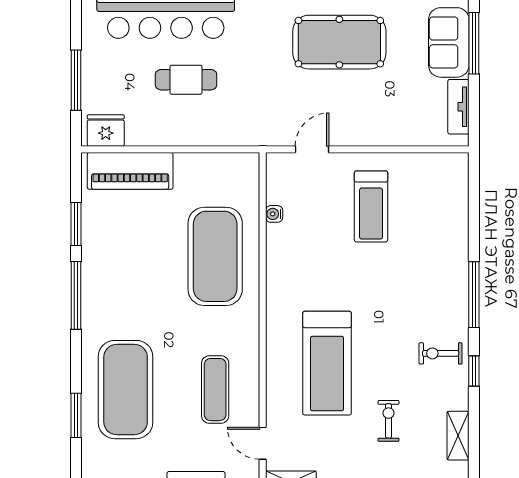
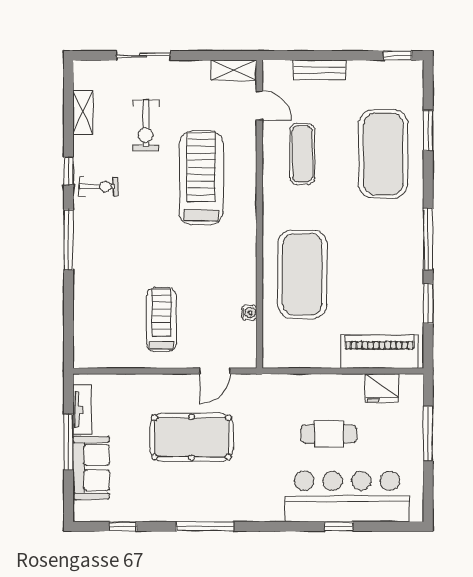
pool table: (339, 42) -> (192, 437), moved
window: (474, 43) -> (68, 442), moved
fridge: (106, 131) -> (382, 388), moved
exercise bike: (388, 421) -> (146, 126), width x1.38, depth x1.39

